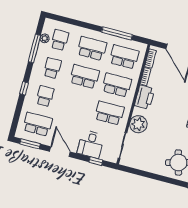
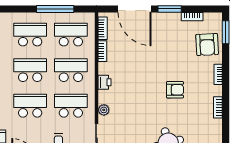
printer: (144, 97) -> (105, 82), width x0.53, depth x0.68
school desk: (77, 105) -> (30, 106), added
plant: (138, 124) -> (104, 110), width x0.53, depth x0.53

